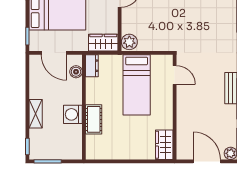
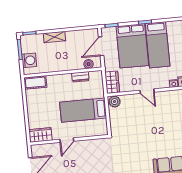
dresser: (92, 66) -> (80, 77), moved
door: (175, 75) -> (67, 140), moved
washing machine: (73, 114) -> (29, 60), moved, turned 90
cot: (94, 119) -> (35, 82), moved

